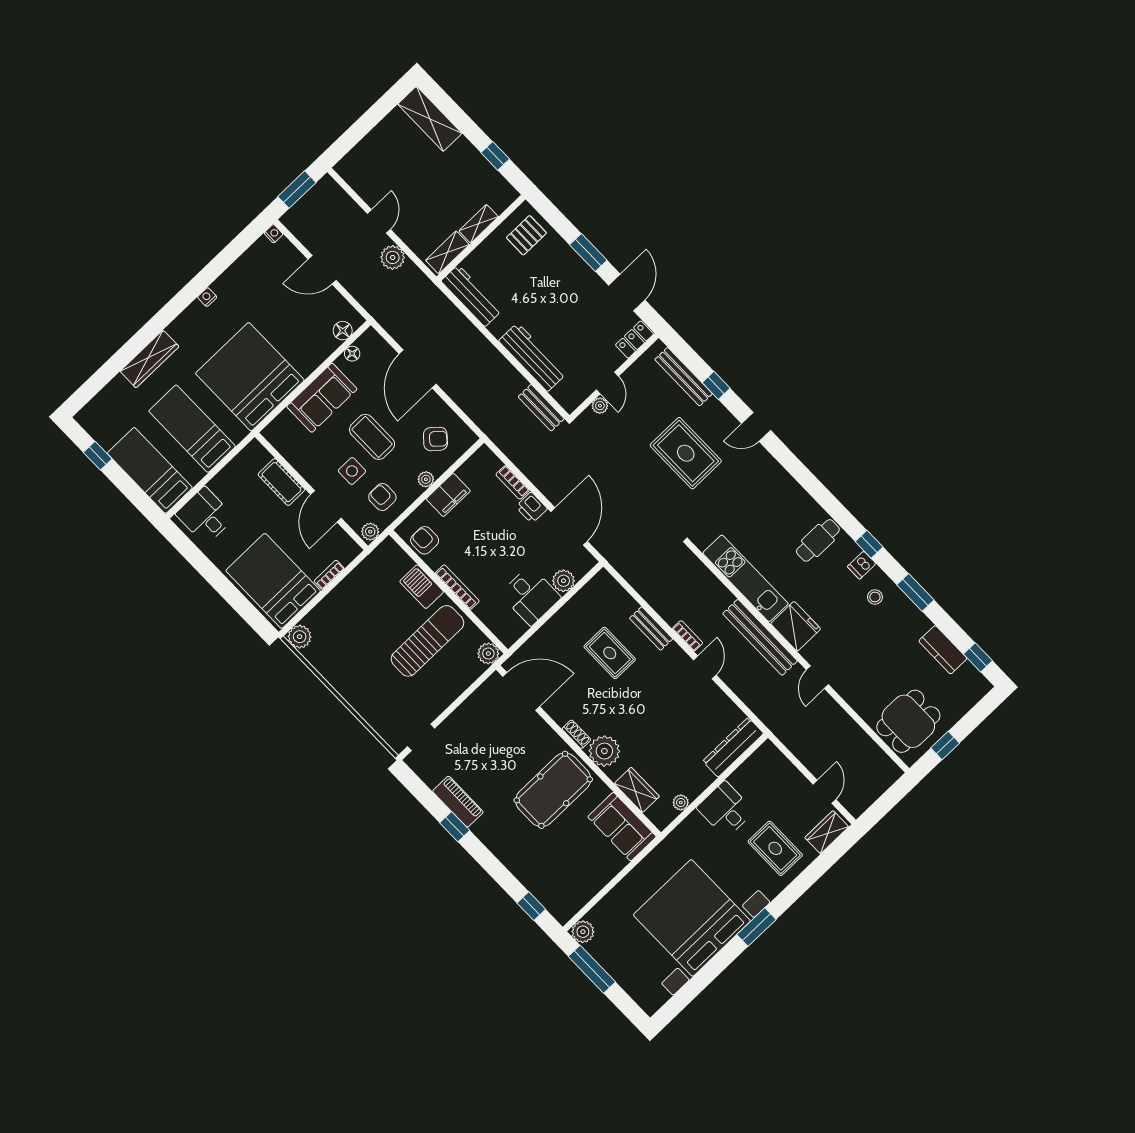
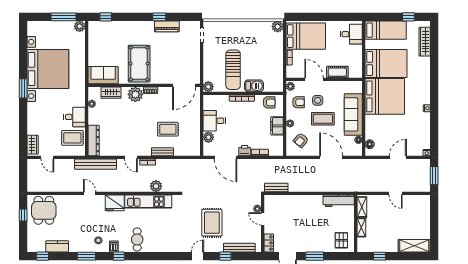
plant: (393, 257) -> (156, 186), moved
workbench: (532, 357) -> (297, 201), removed
wardrobe: (149, 359) -> (425, 42), moved
sofa: (322, 398) -> (353, 114), width x1.36
bed: (192, 429) -> (386, 64), width x1.50
rug: (686, 453) -> (212, 223), turned 90
bench: (760, 637) -> (96, 164), moved
rug: (775, 848) -> (72, 138), moved

